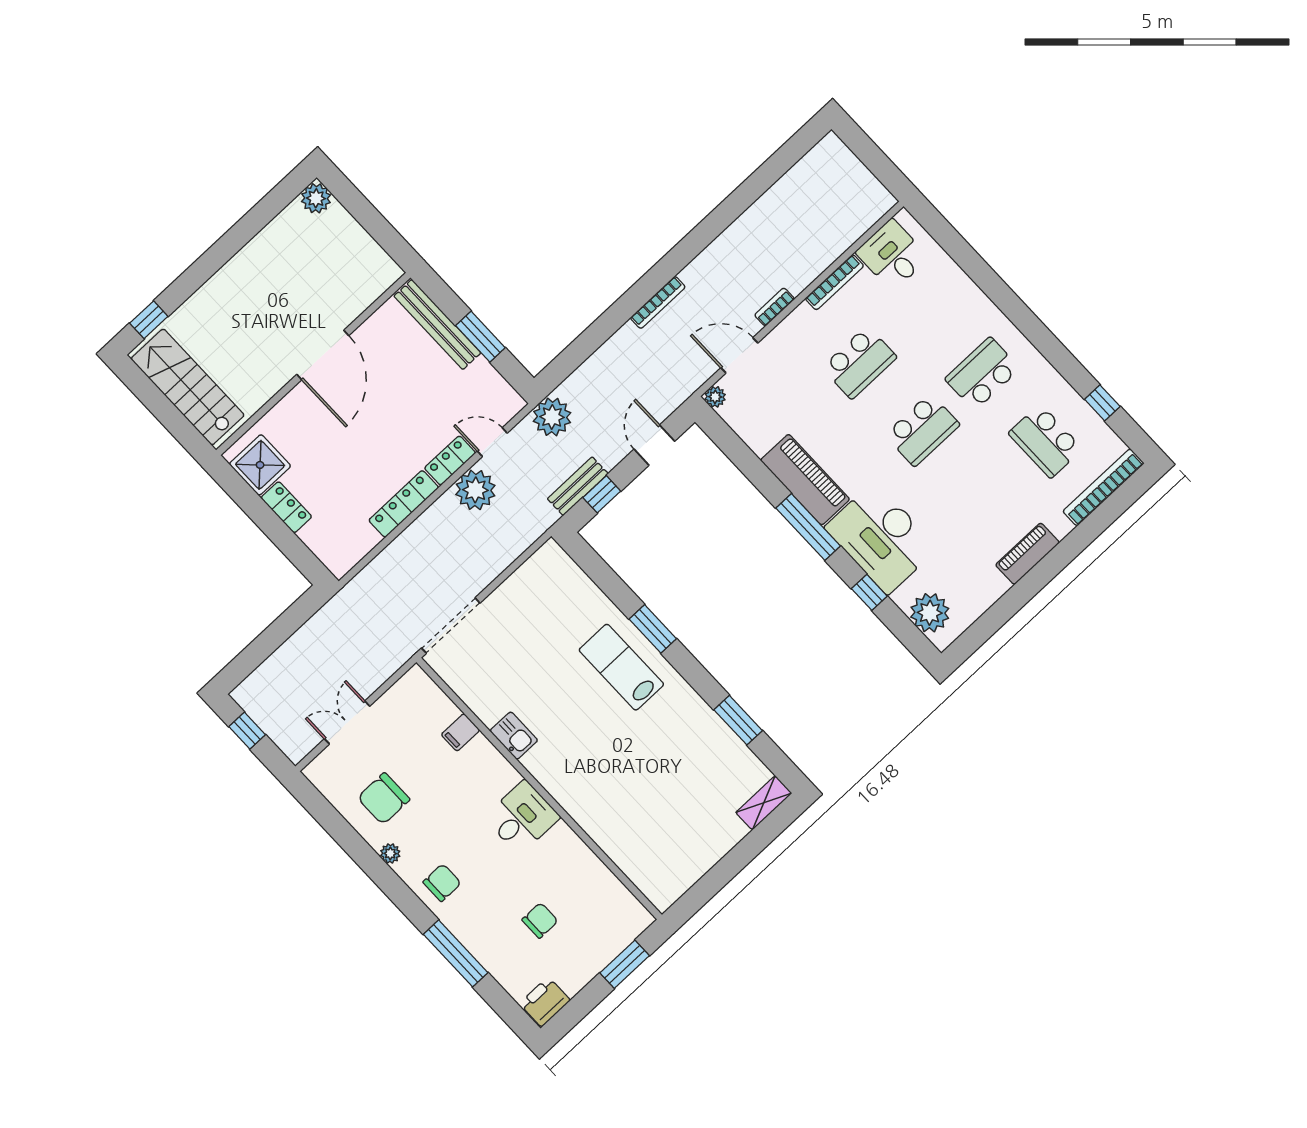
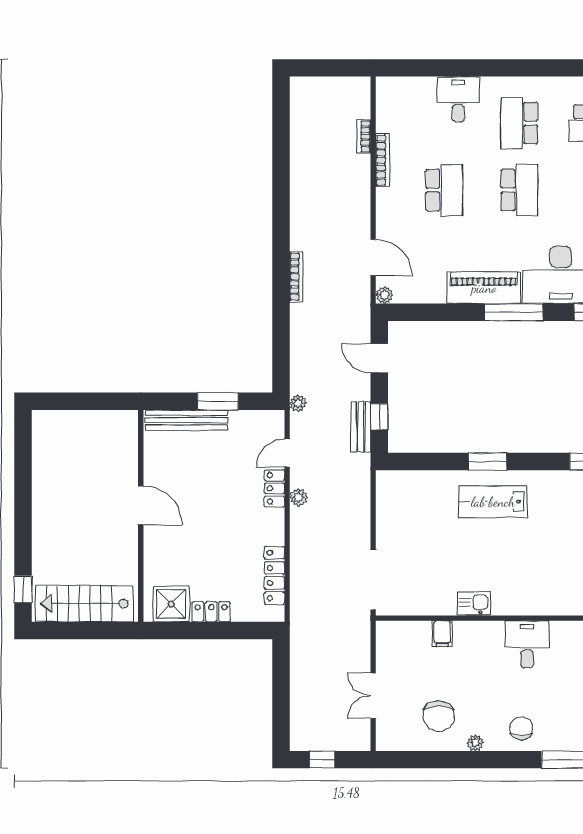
plant: (316, 198) -> (44, 422), removed
desk: (892, 255) -> (458, 99), moved, turned 90
bookcase: (775, 307) -> (364, 136), moved
door: (323, 355) -> (141, 505), width x0.73
door: (739, 355) -> (373, 258), swing flipped
plant: (552, 417) -> (298, 403), width x0.53, depth x0.53
plant: (475, 490) -> (298, 497), width x0.53, depth x0.53
locker: (404, 504) -> (275, 575), moved

